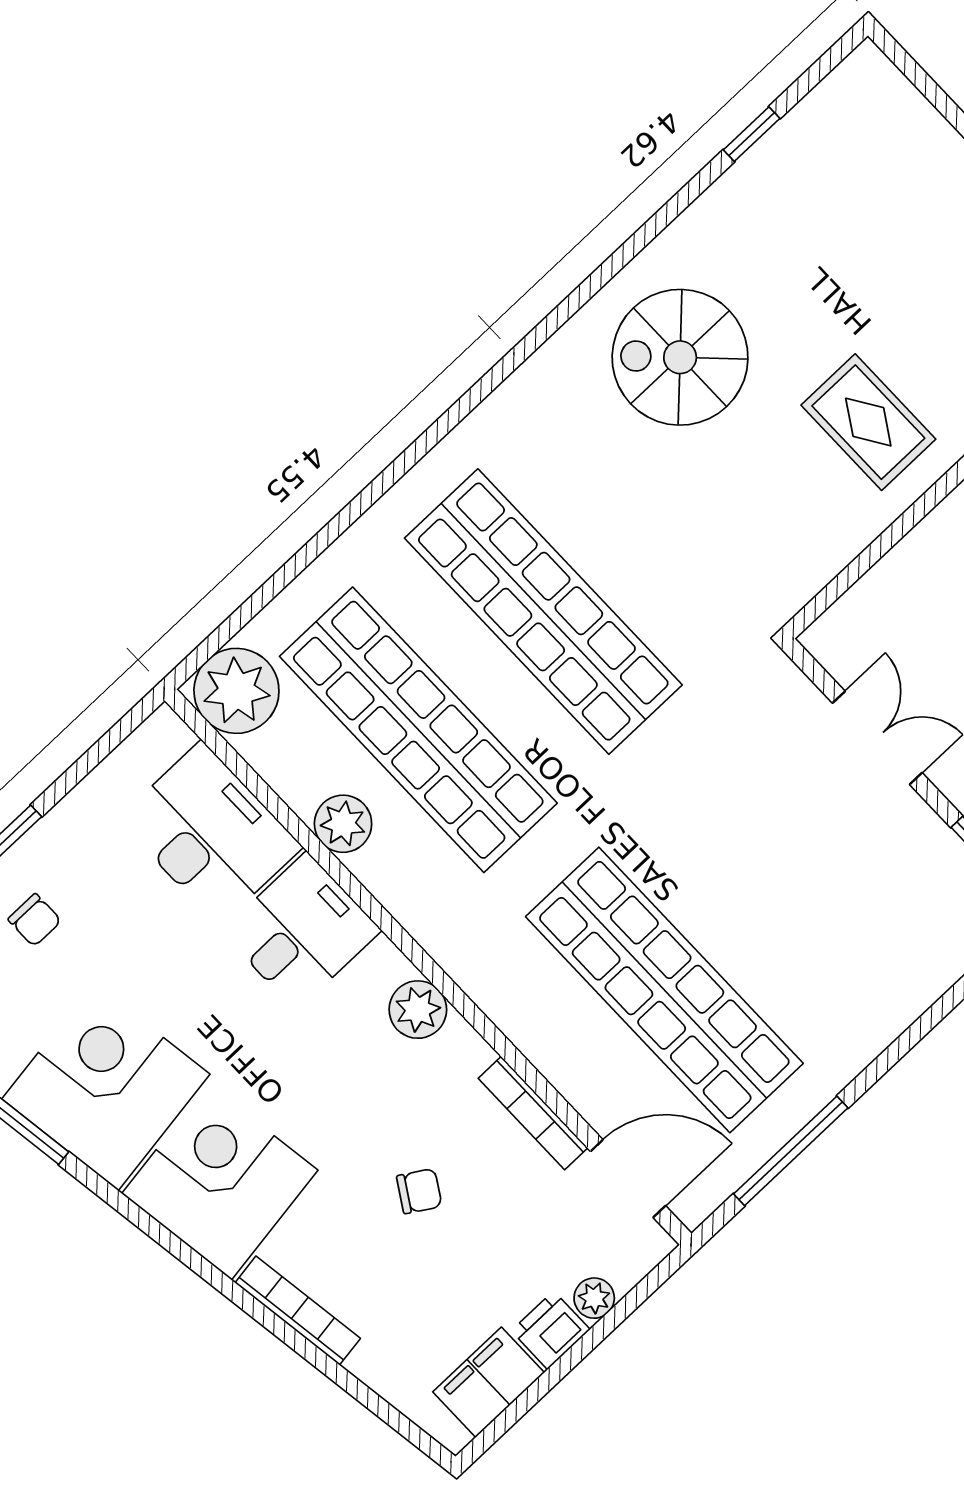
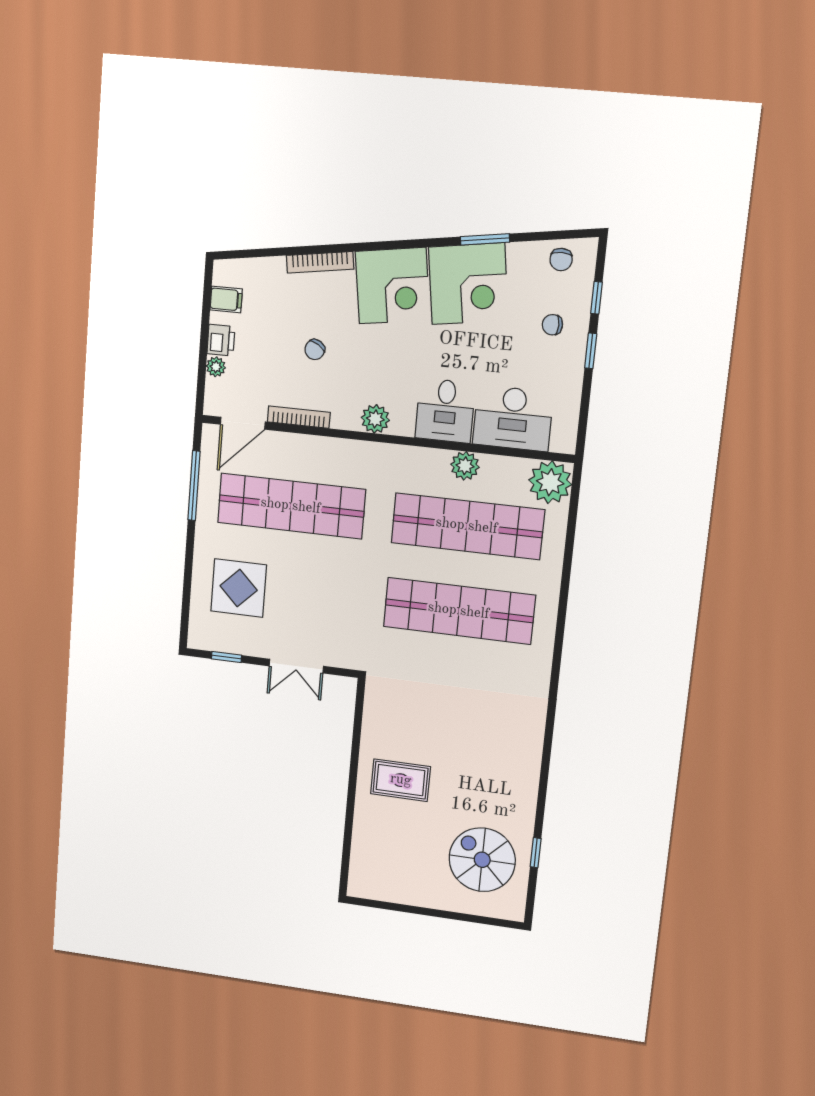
spiral stairs: (680, 357) -> (482, 860), moved, turned -90
display table: (861, 935) -> (239, 588), added
filing cabinet: (489, 1382) -> (226, 299), width x0.50

